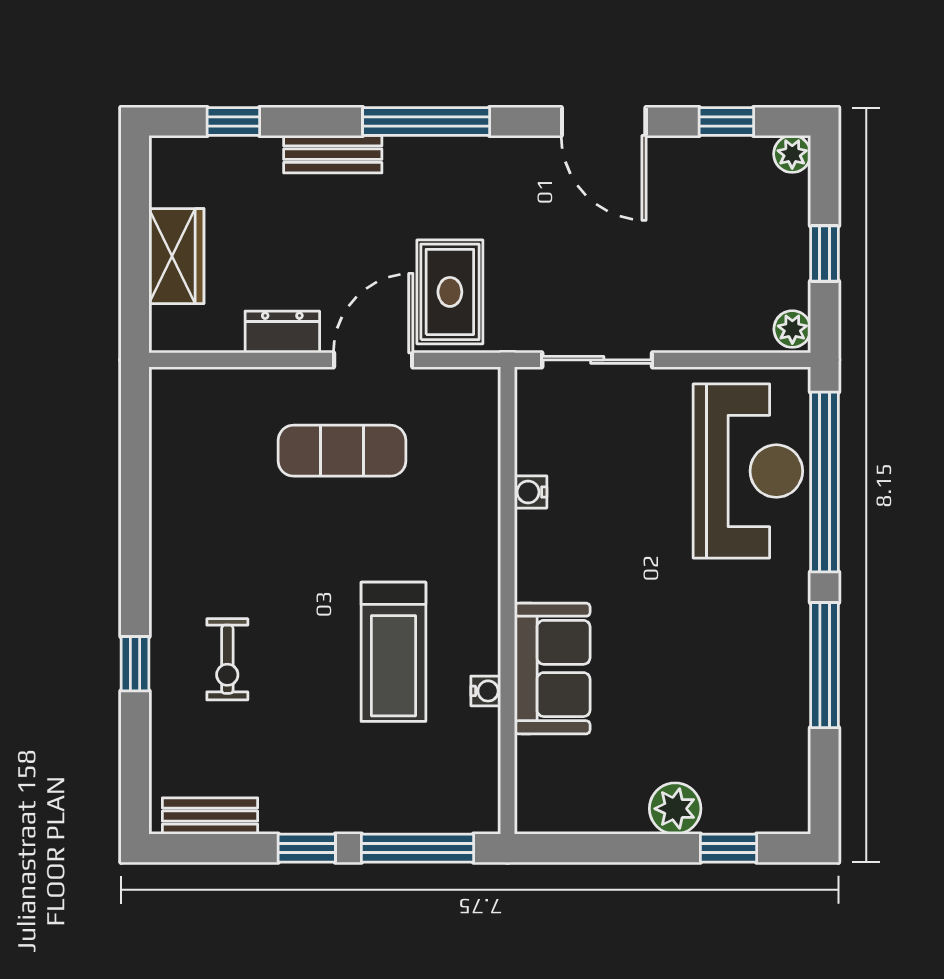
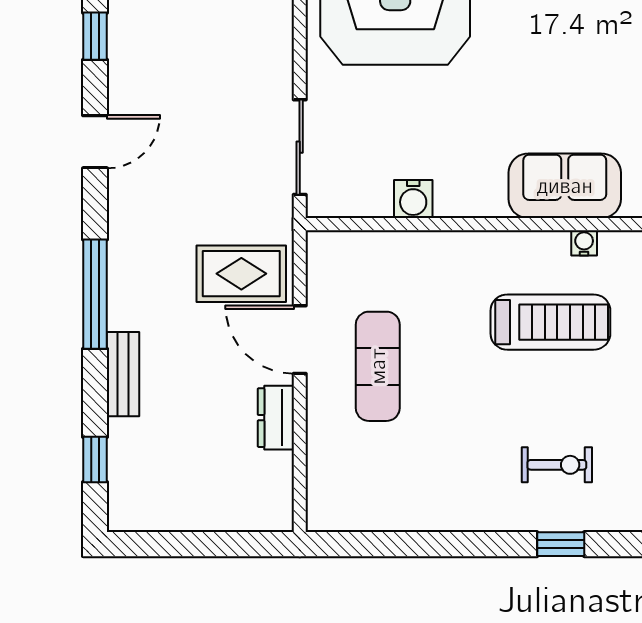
door: (604, 122) -> (95, 142), width x0.73
wardrobe: (176, 256) -> (211, 509), removed
water cooler: (531, 492) -> (413, 199), width x1.38, depth x1.38

